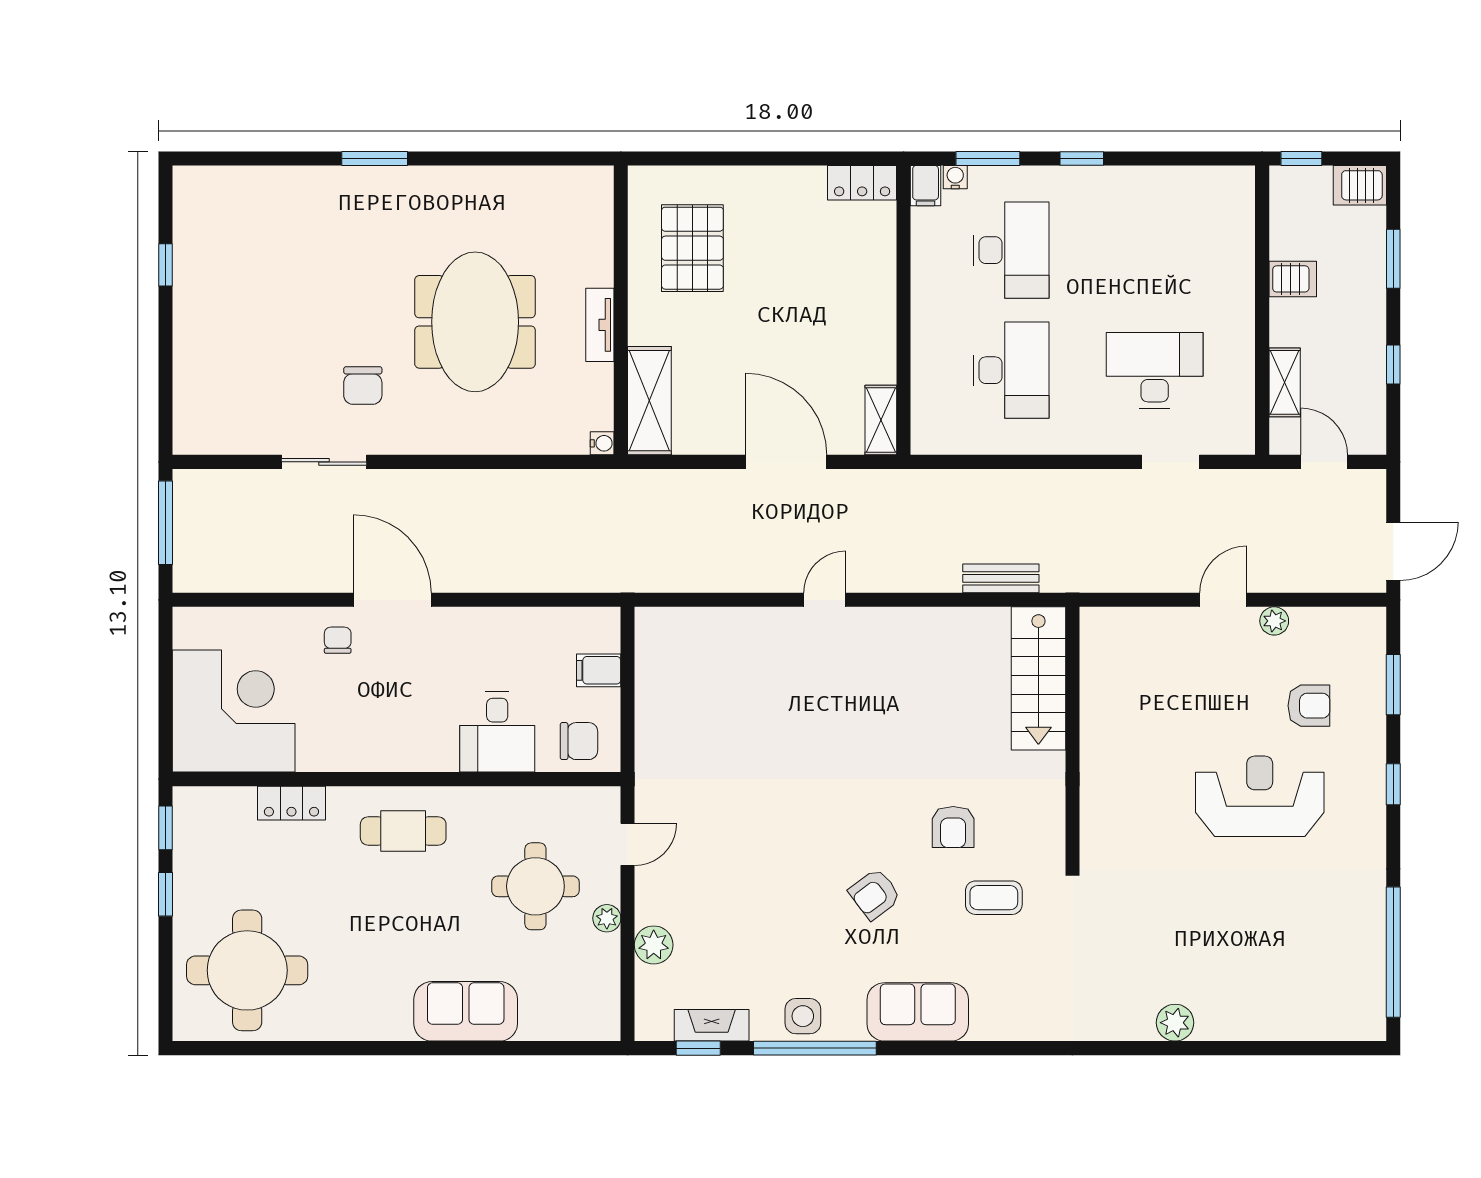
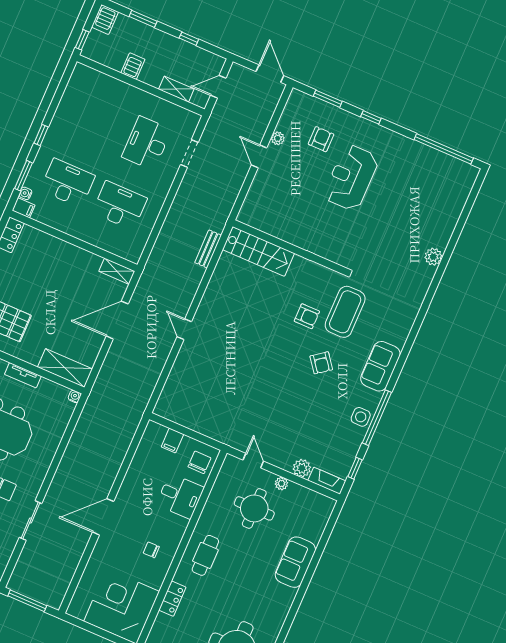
chair: (338, 640) -> (151, 550), moved
coffee table: (994, 898) -> (345, 312), width x1.86, depth x1.72
fireplace: (712, 1025) -> (327, 481), moved, turned 90

